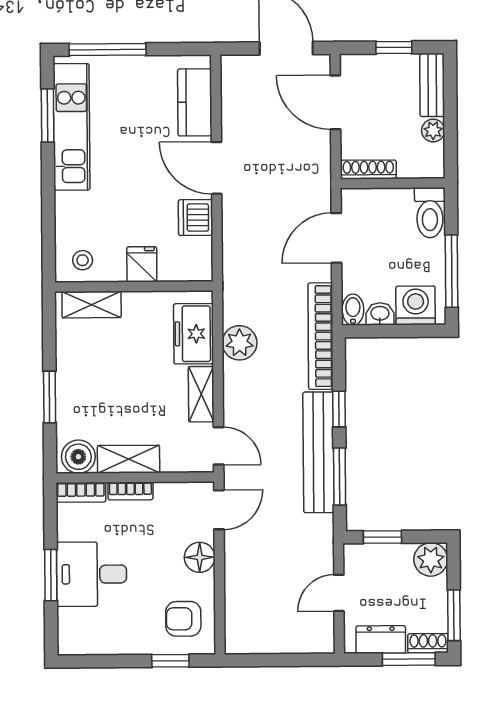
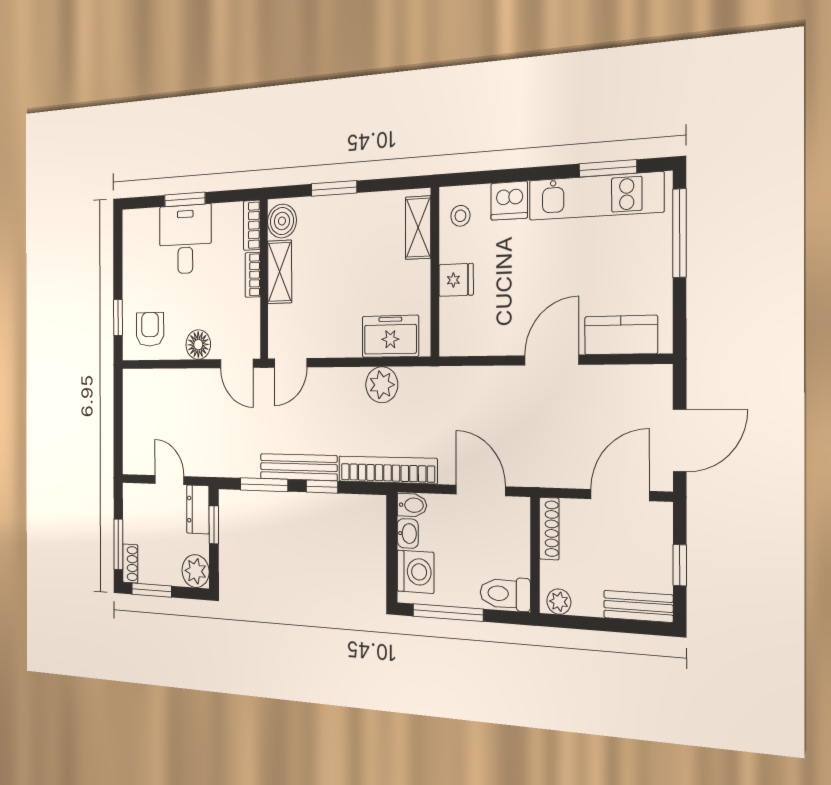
plant: (433, 130) -> (559, 602), moved
dishwasher: (196, 218) -> (509, 201), moved, turned 180
shelving: (201, 394) -> (336, 345), removed
bench: (318, 452) -> (298, 467), width x0.73, depth x0.82
dresser: (381, 640) -> (198, 509), moved, turned 180

